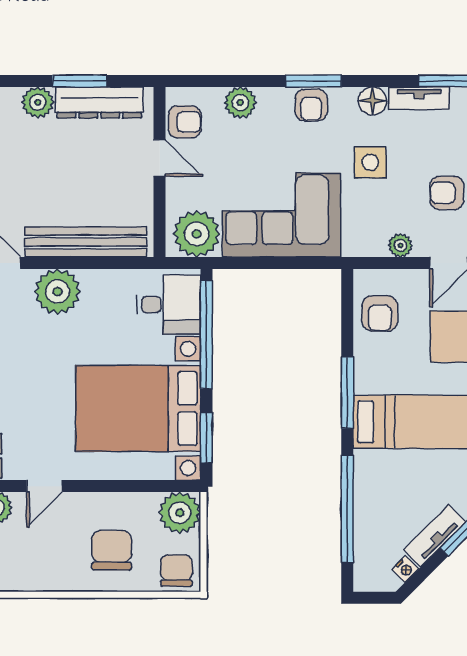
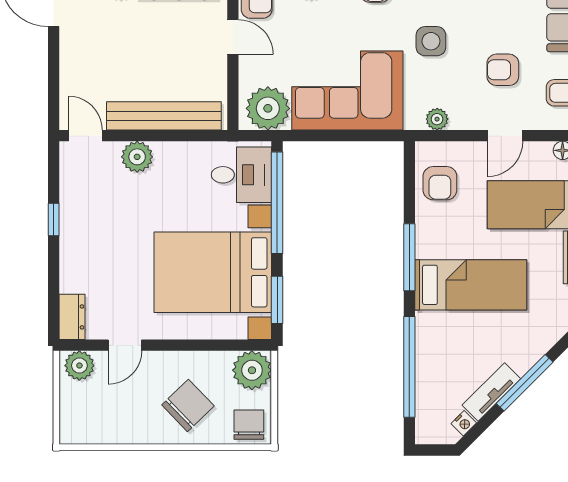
plant: (400, 245) -> (437, 119), moved
plant: (57, 292) -> (137, 157), width x0.73, depth x0.73
chair: (112, 550) -> (188, 405), turned 46

